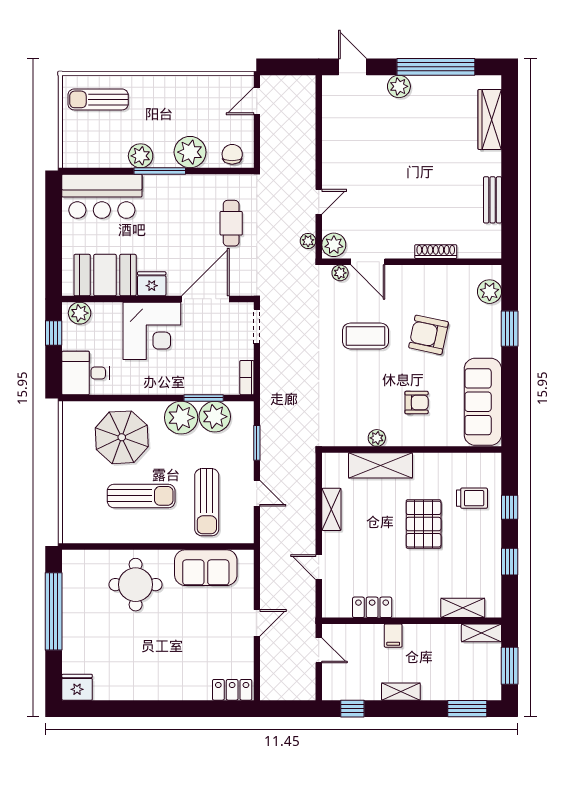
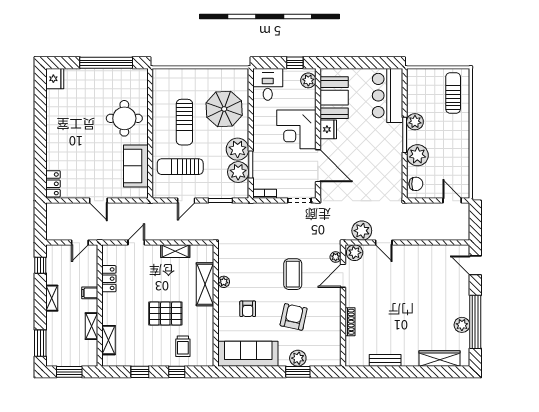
door: (353, 67) -> (475, 265), swing flipped
plant: (399, 86) -> (462, 325), moved
cafe table: (231, 223) -> (369, 183), removed
plant: (308, 241) -> (362, 231), width x1.87, depth x1.87
plant: (489, 292) -> (298, 358), moved
shelving: (481, 633) -> (92, 326), moved

